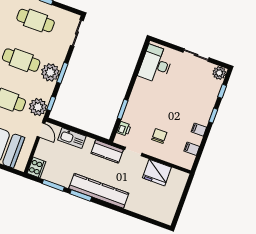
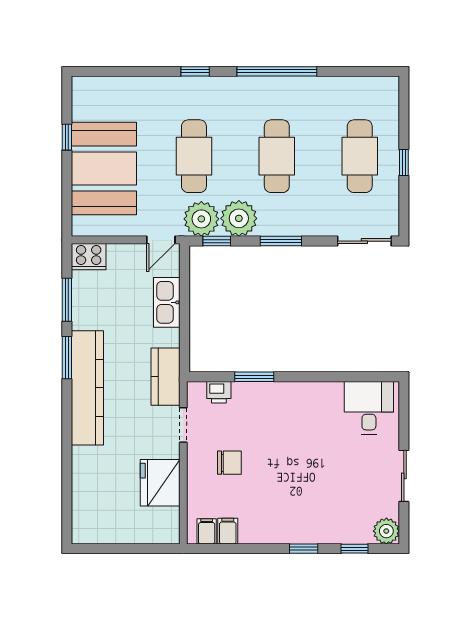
desk: (156, 64) -> (369, 408), width x0.73
plant: (50, 72) -> (239, 218), moved
filing cabinet: (199, 130) -> (207, 531), moved

